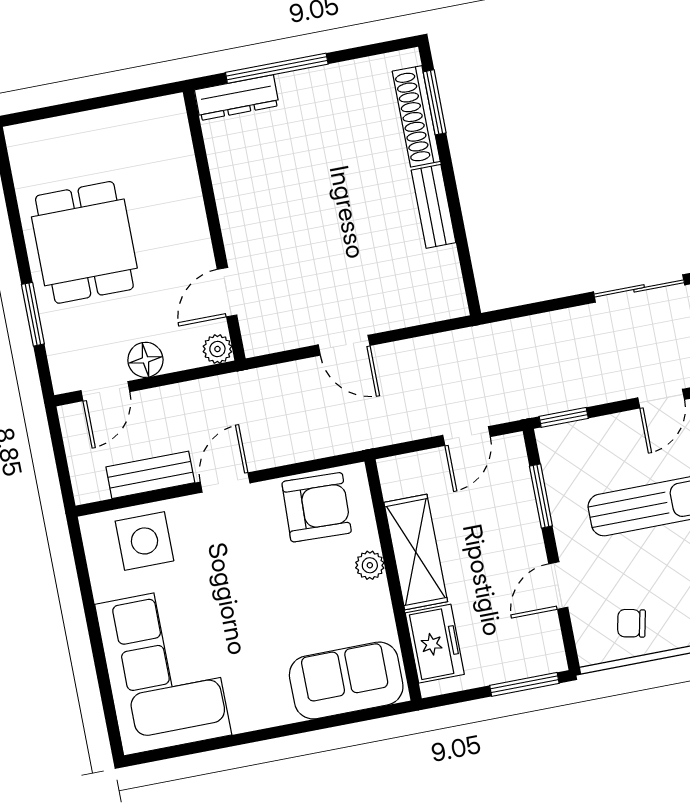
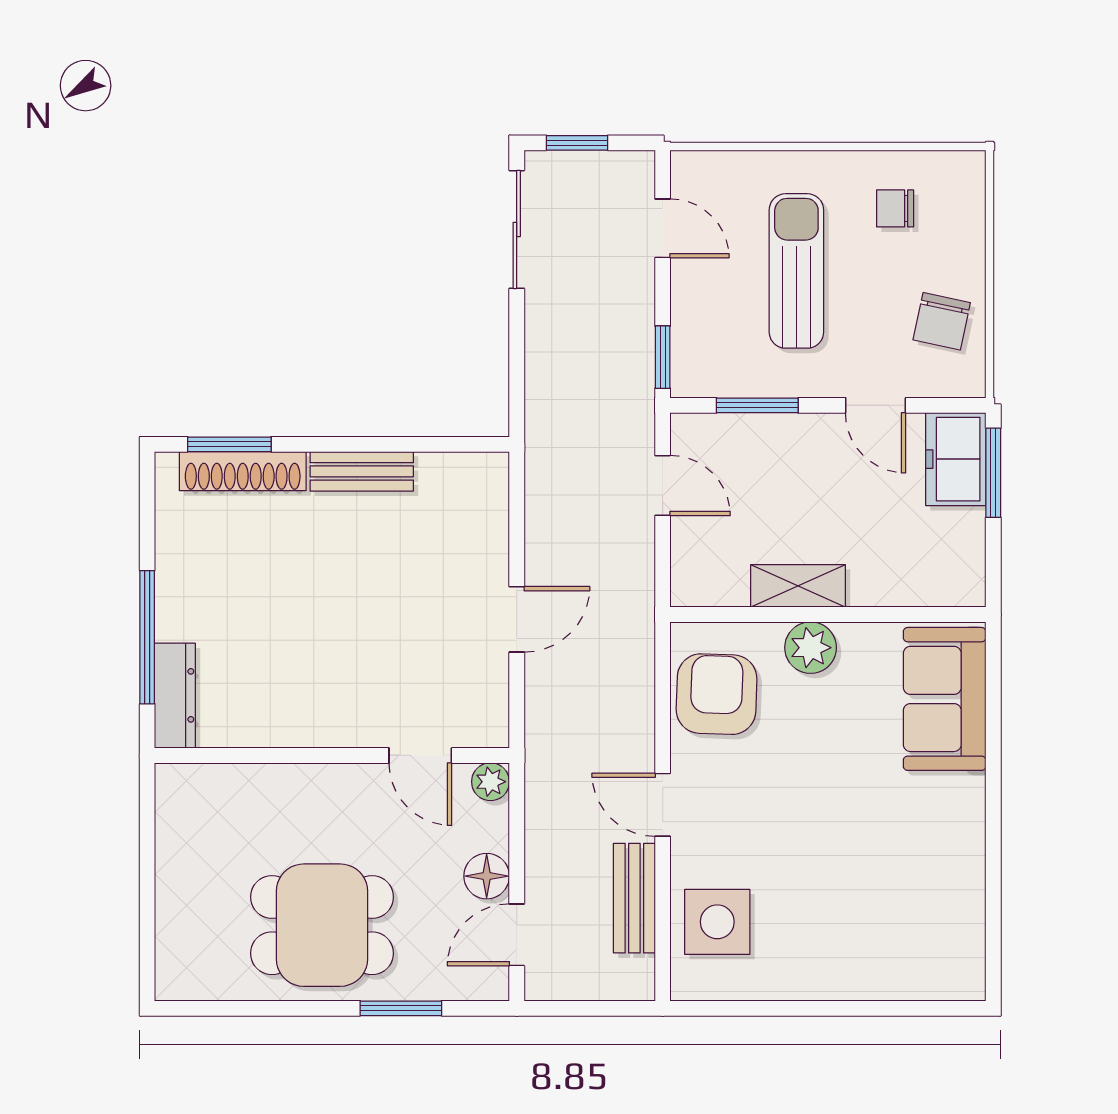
door: (105, 391) -> (517, 935), swing flipped
shelving: (416, 552) -> (798, 586), width x0.67, depth x0.75
plant: (370, 565) -> (811, 648), width x1.38, depth x1.38
chair: (632, 623) -> (942, 321), width x1.37, depth x1.37
freezer: (435, 644) -> (956, 459), moved, turned -90
corner sofa: (163, 670) -> (886, 930), removed

